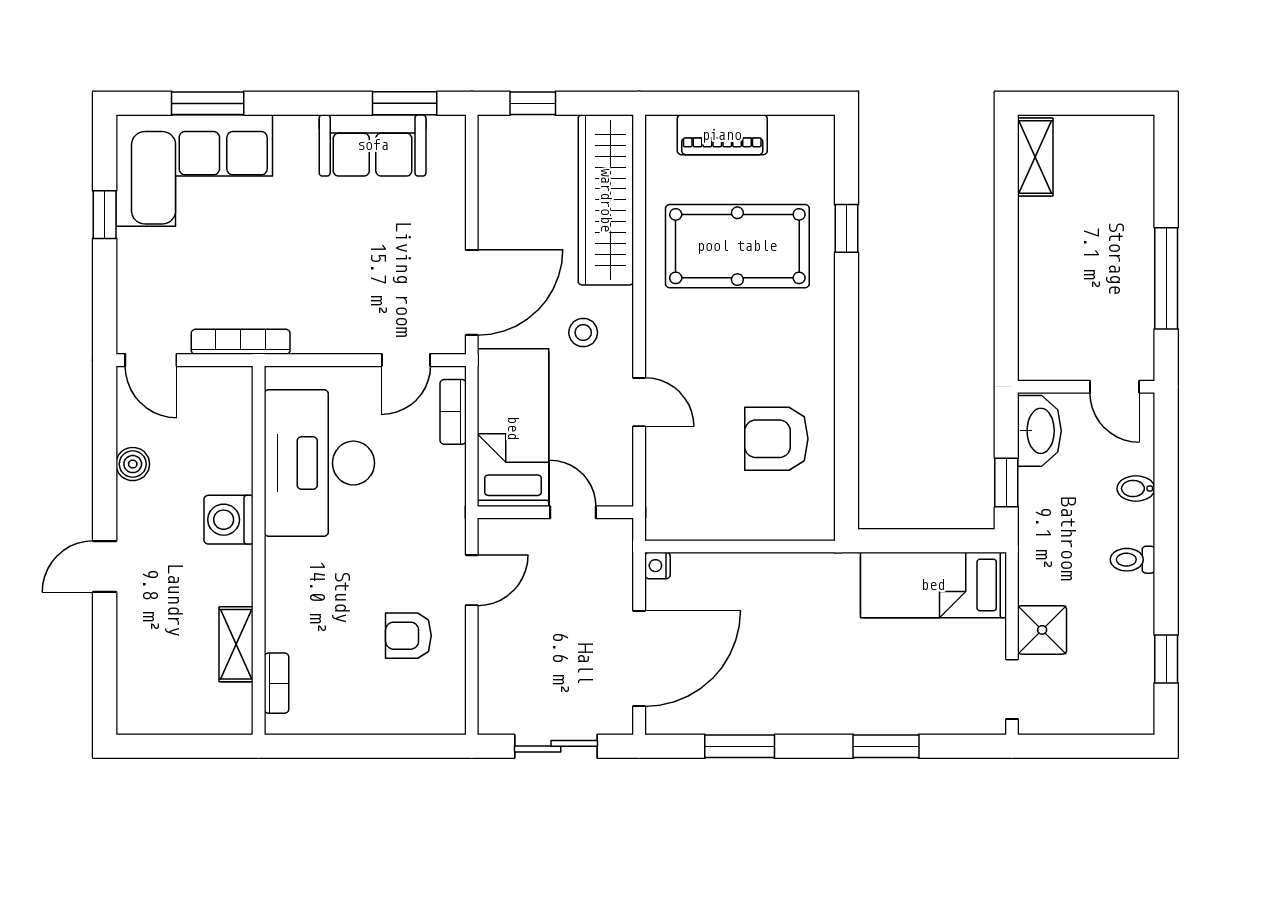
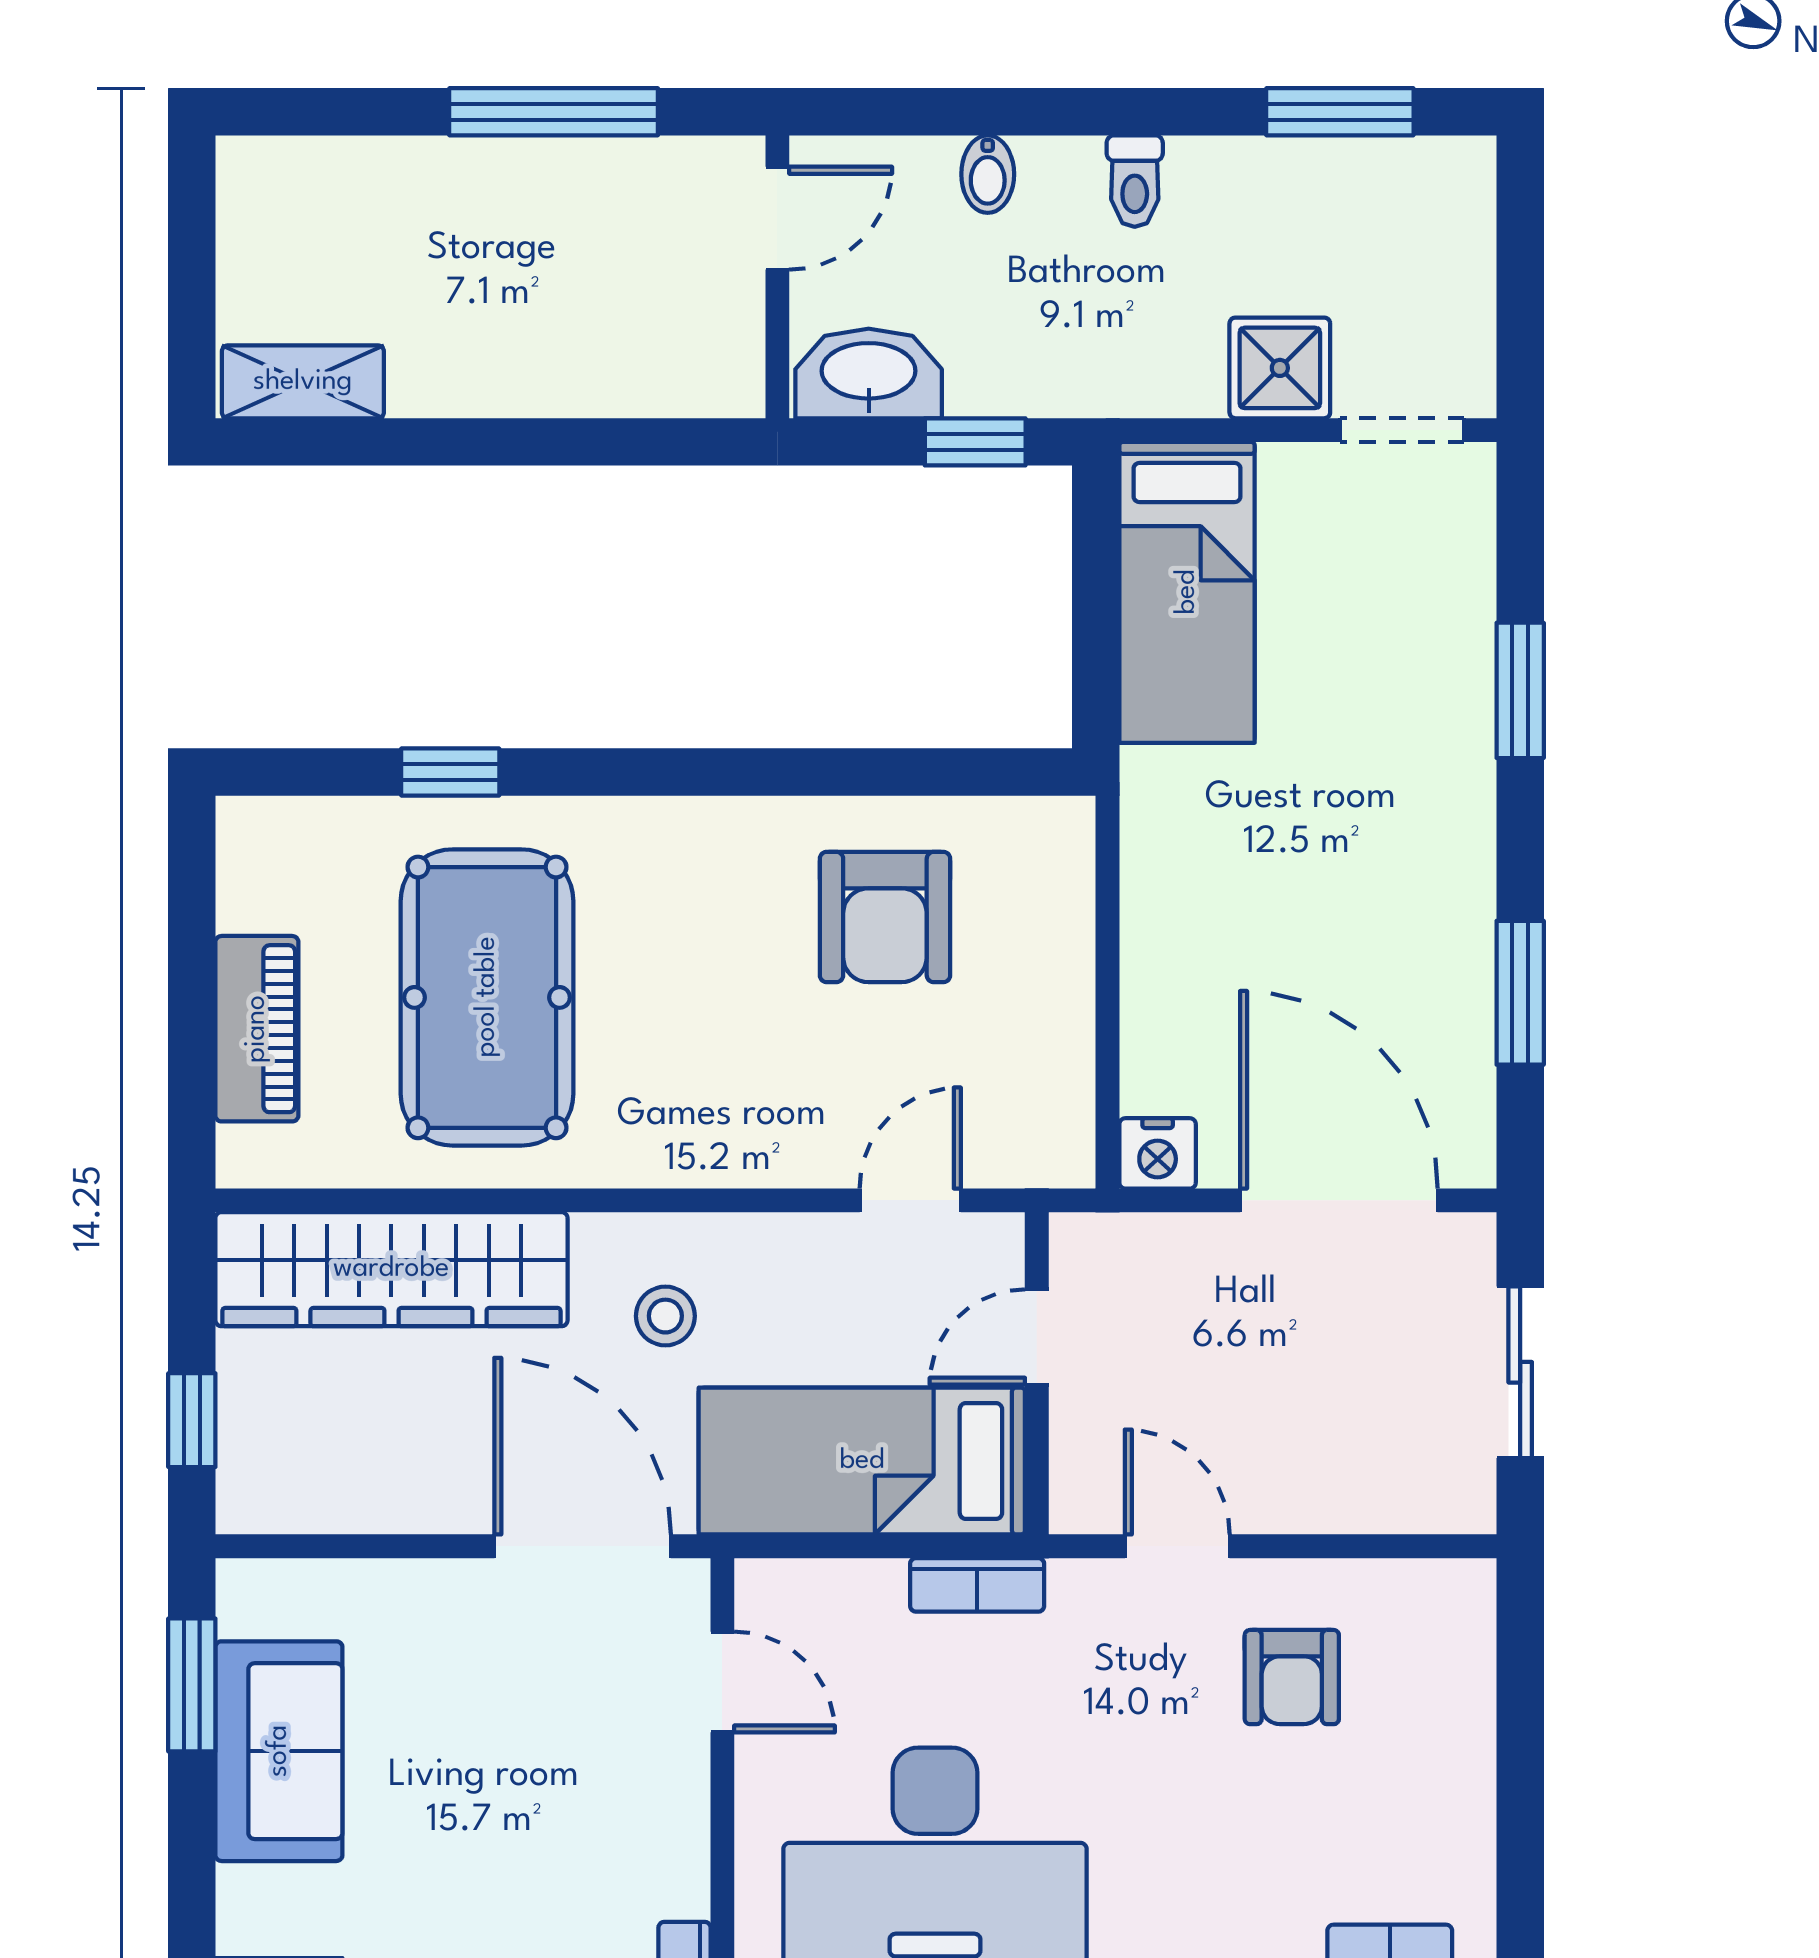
door: (639, 402) -> (910, 1200), moved
bookcase: (453, 412) -> (977, 1585), moved
nightstand: (657, 566) -> (1158, 1153), width x1.39, depth x1.35
window: (1166, 659) -> (1340, 112), width x1.50

